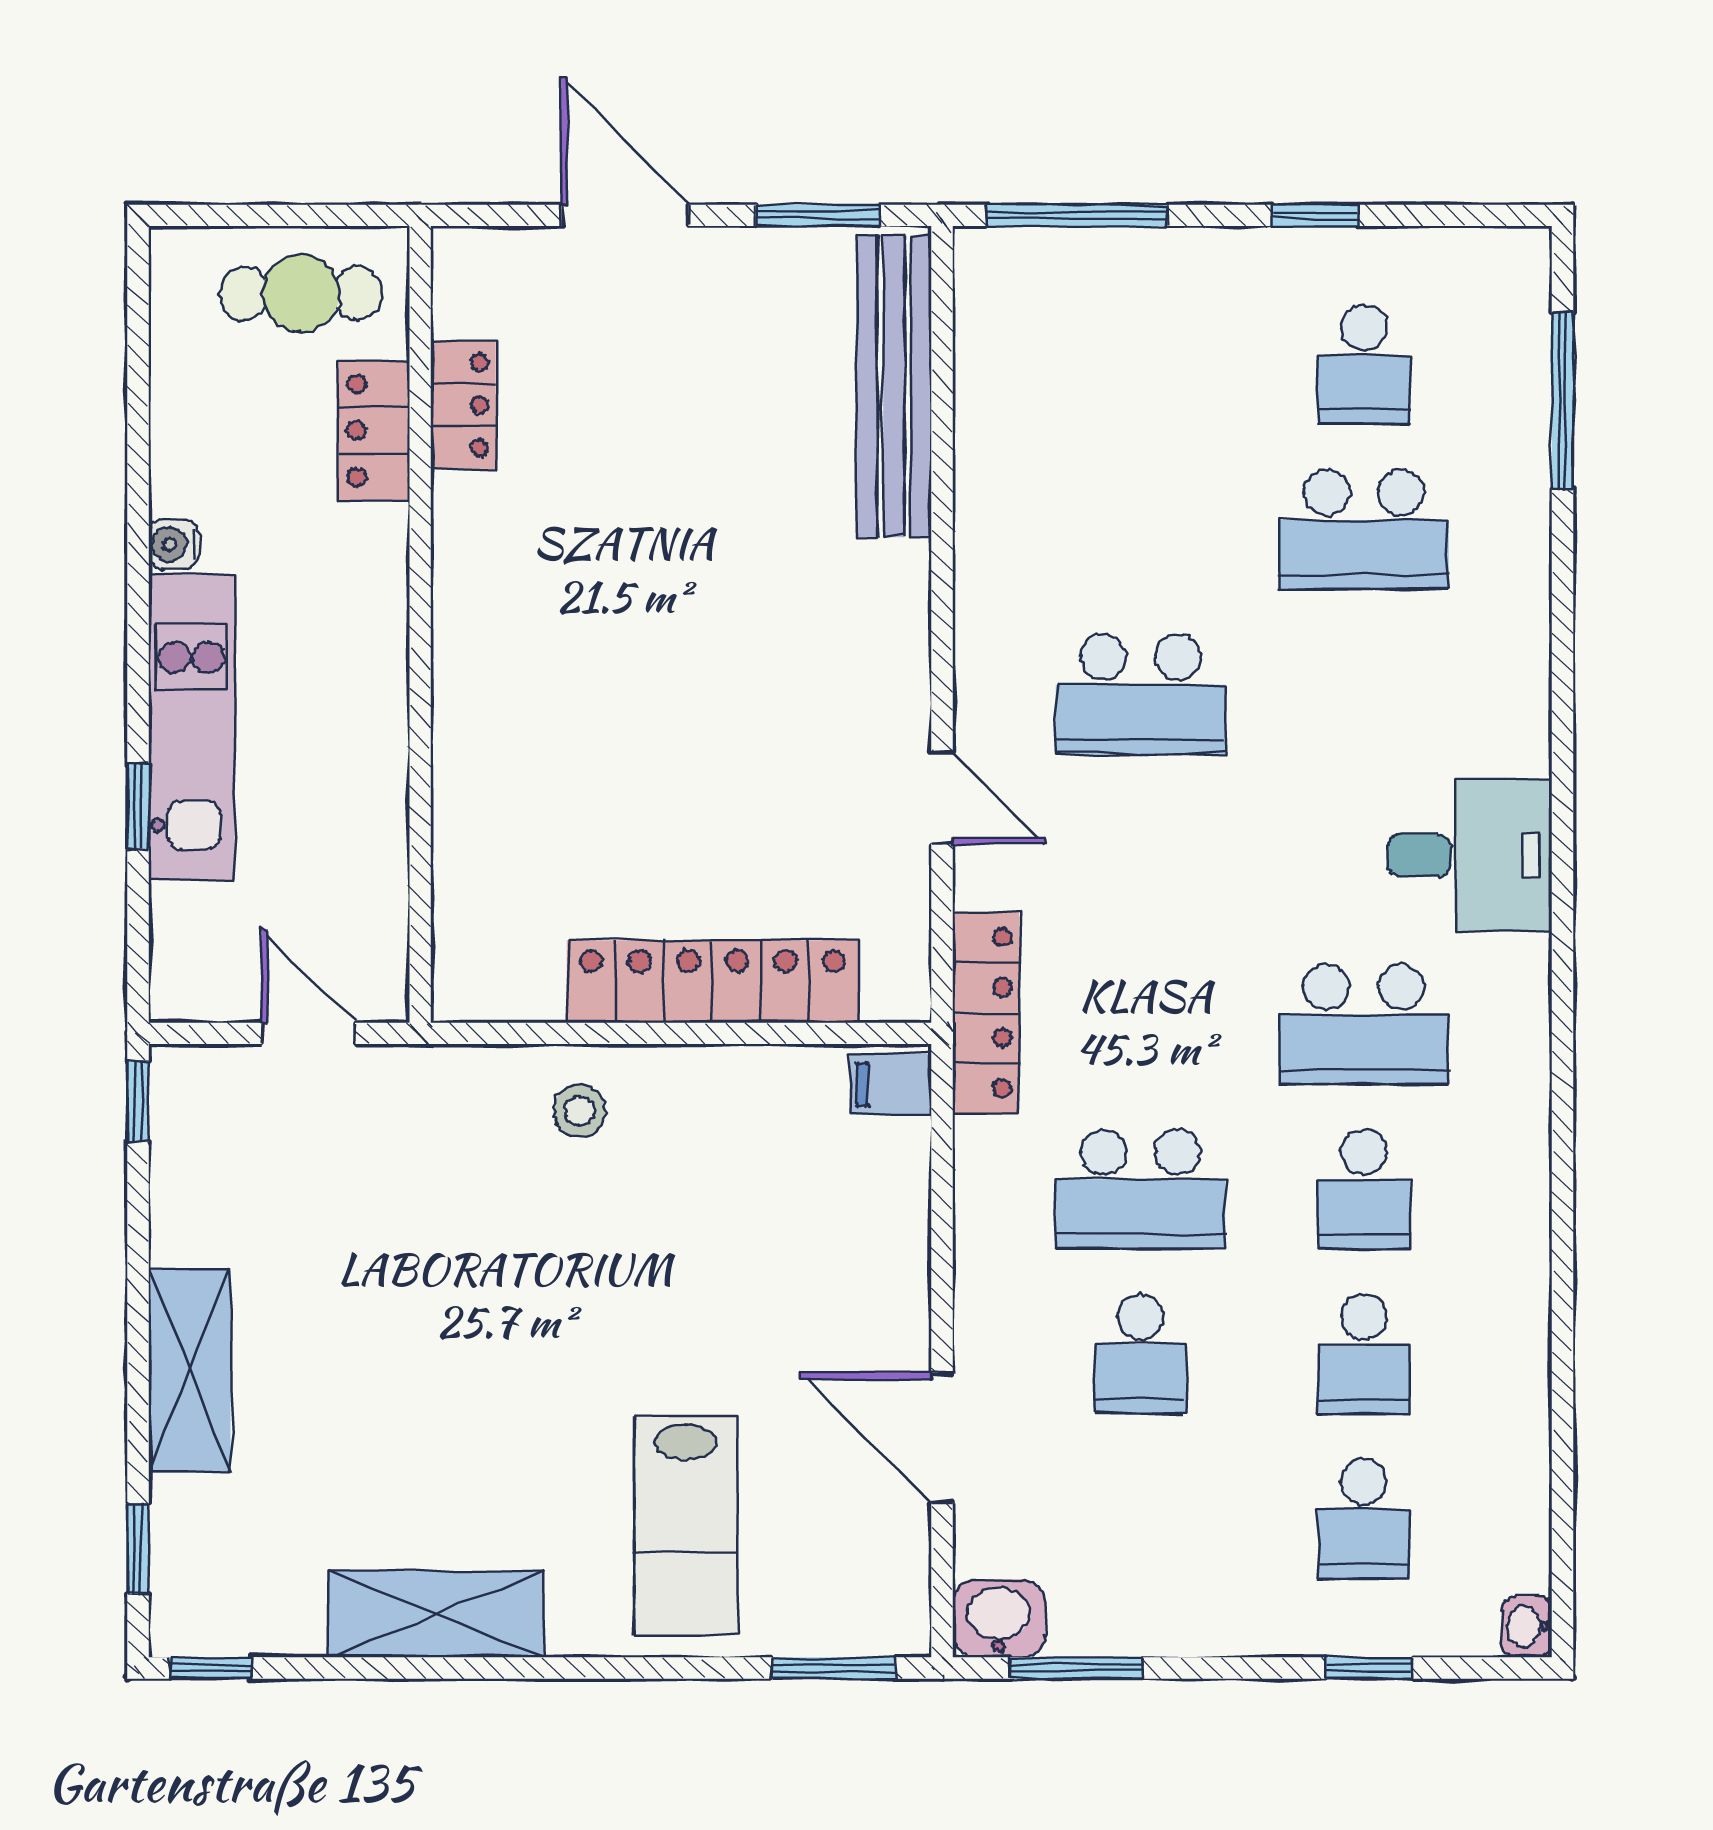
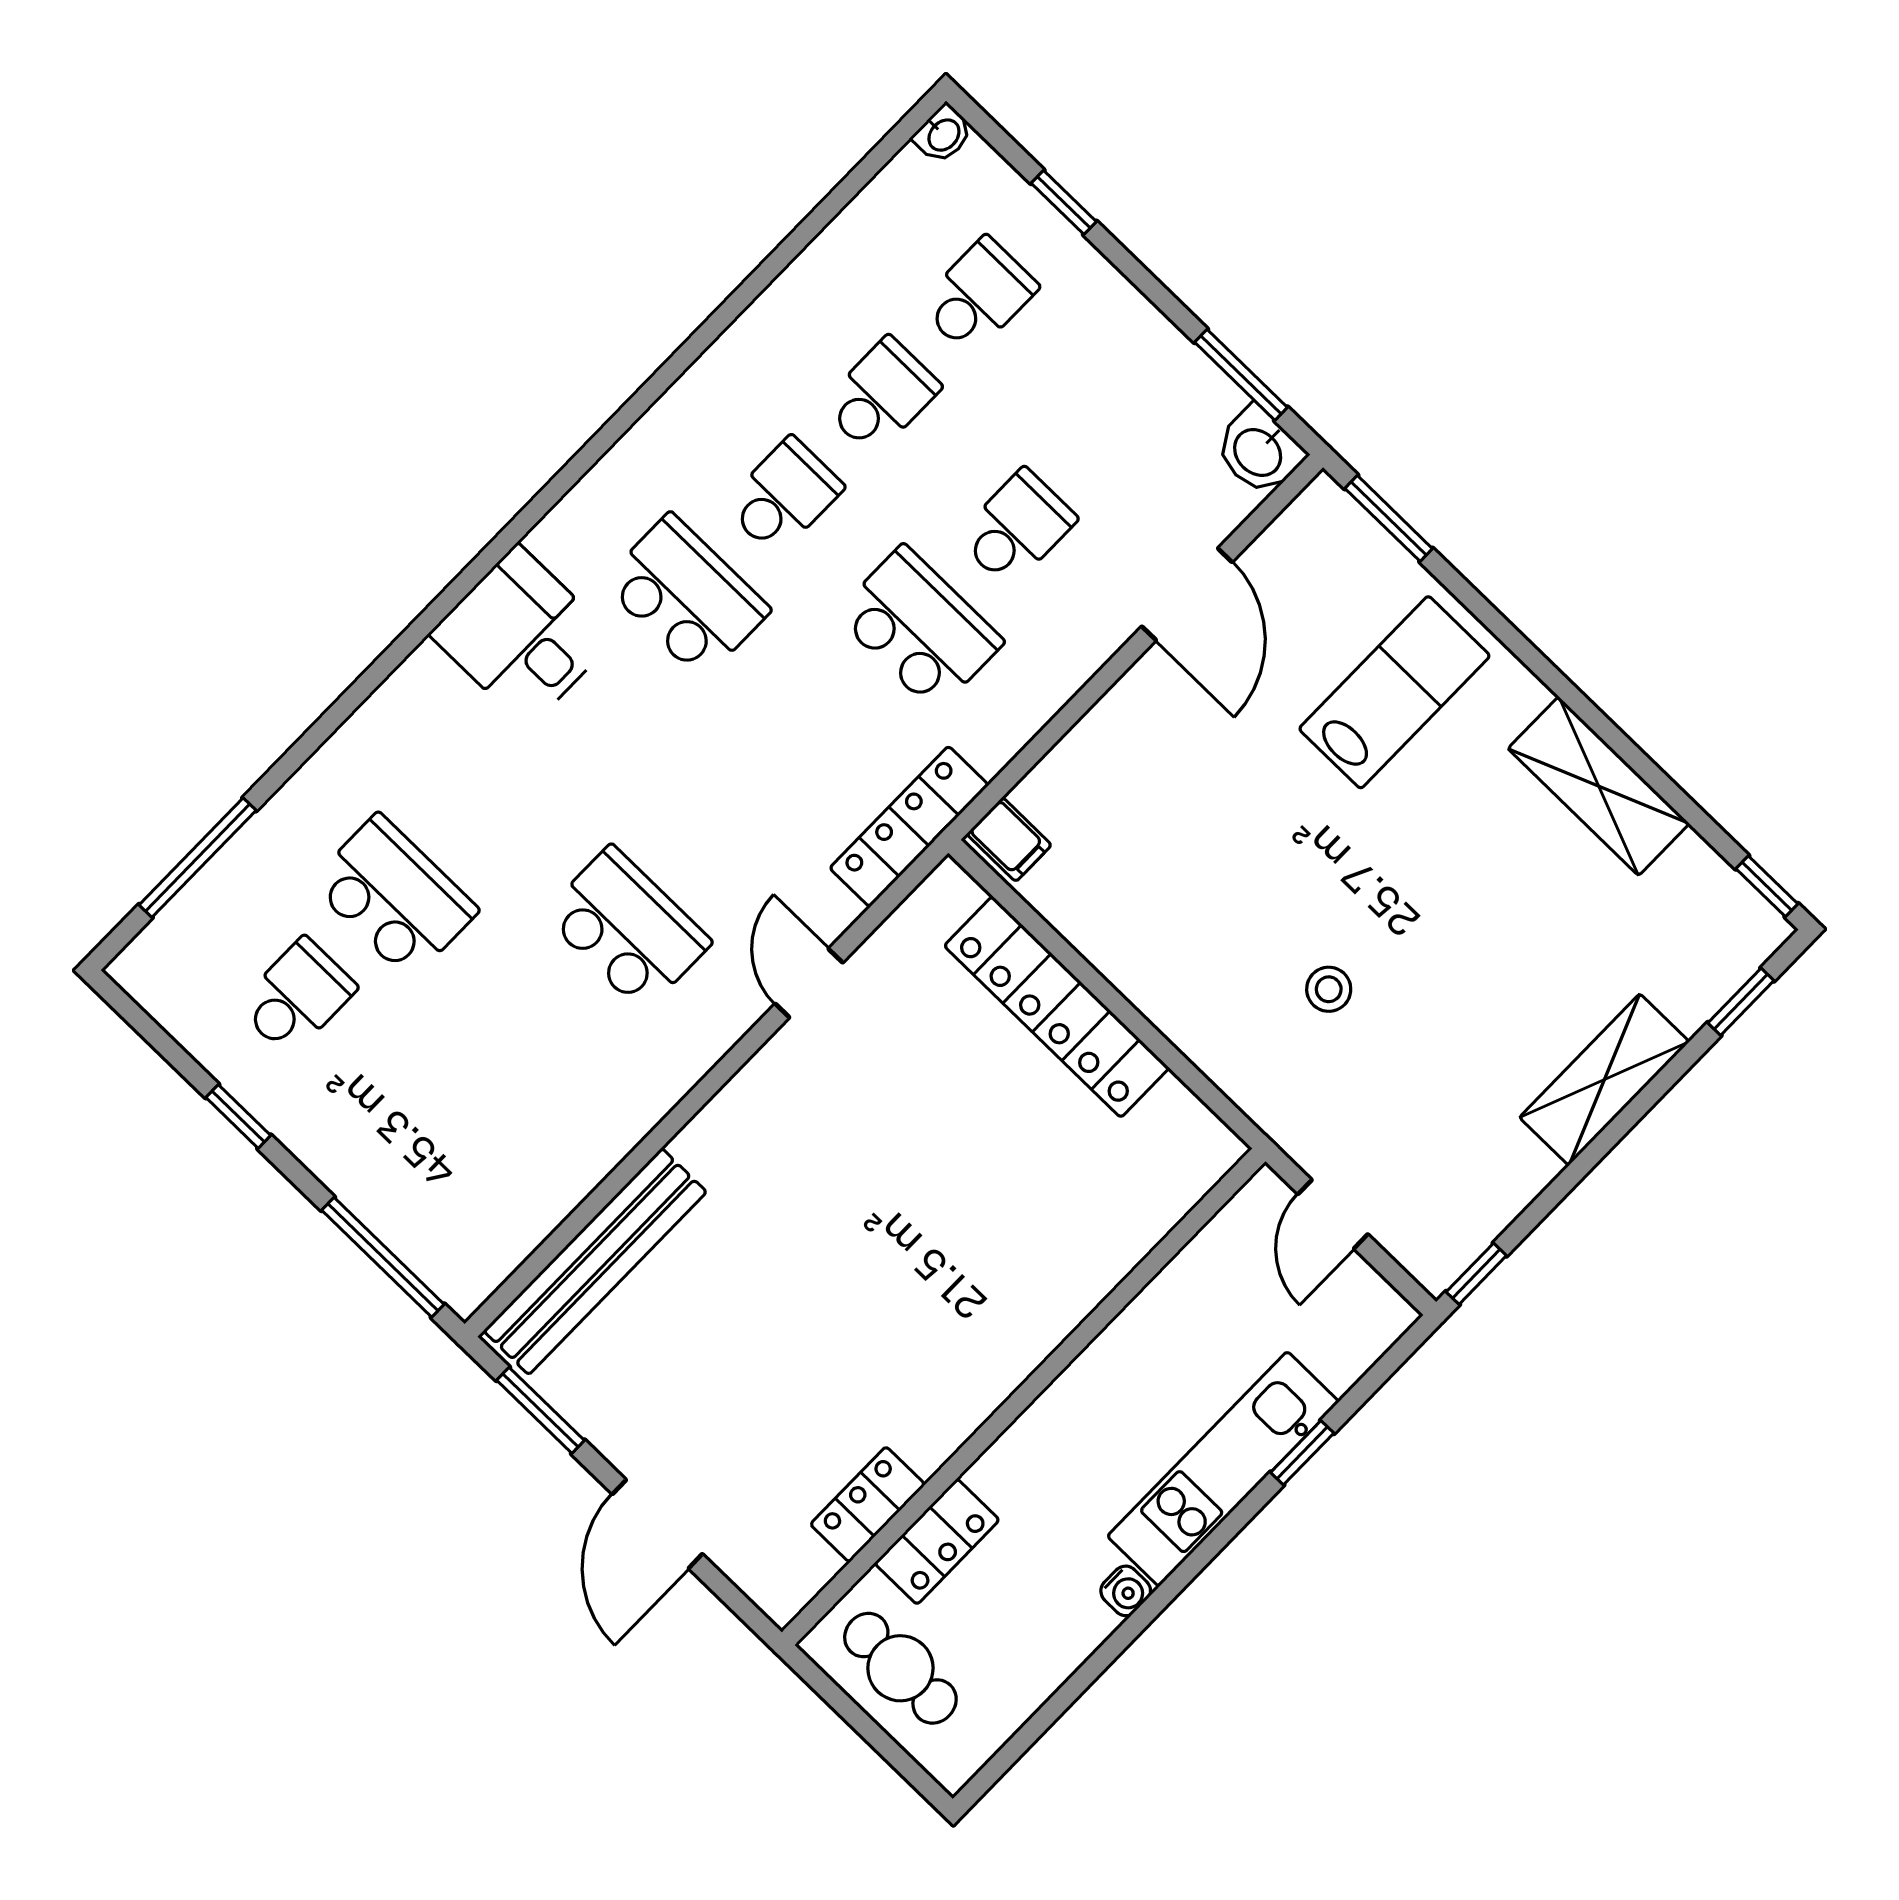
stool: (579, 1111) -> (1329, 989), moved

